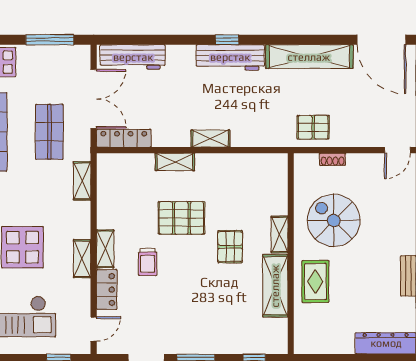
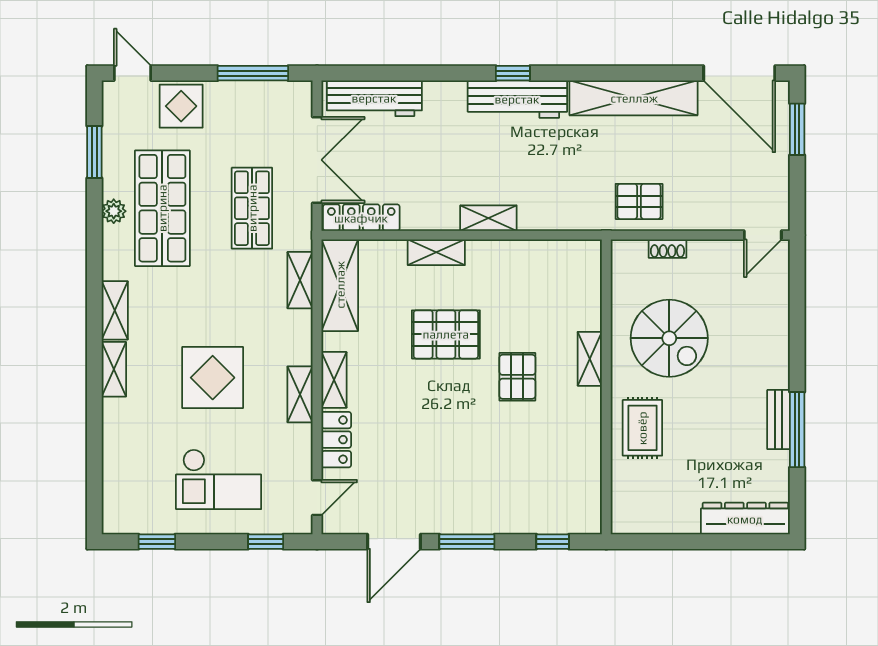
spiral stairs: (334, 220) -> (669, 338), turned 180
trolley: (148, 262) -> (396, 399), removed
shelving: (275, 286) -> (340, 285), moved

